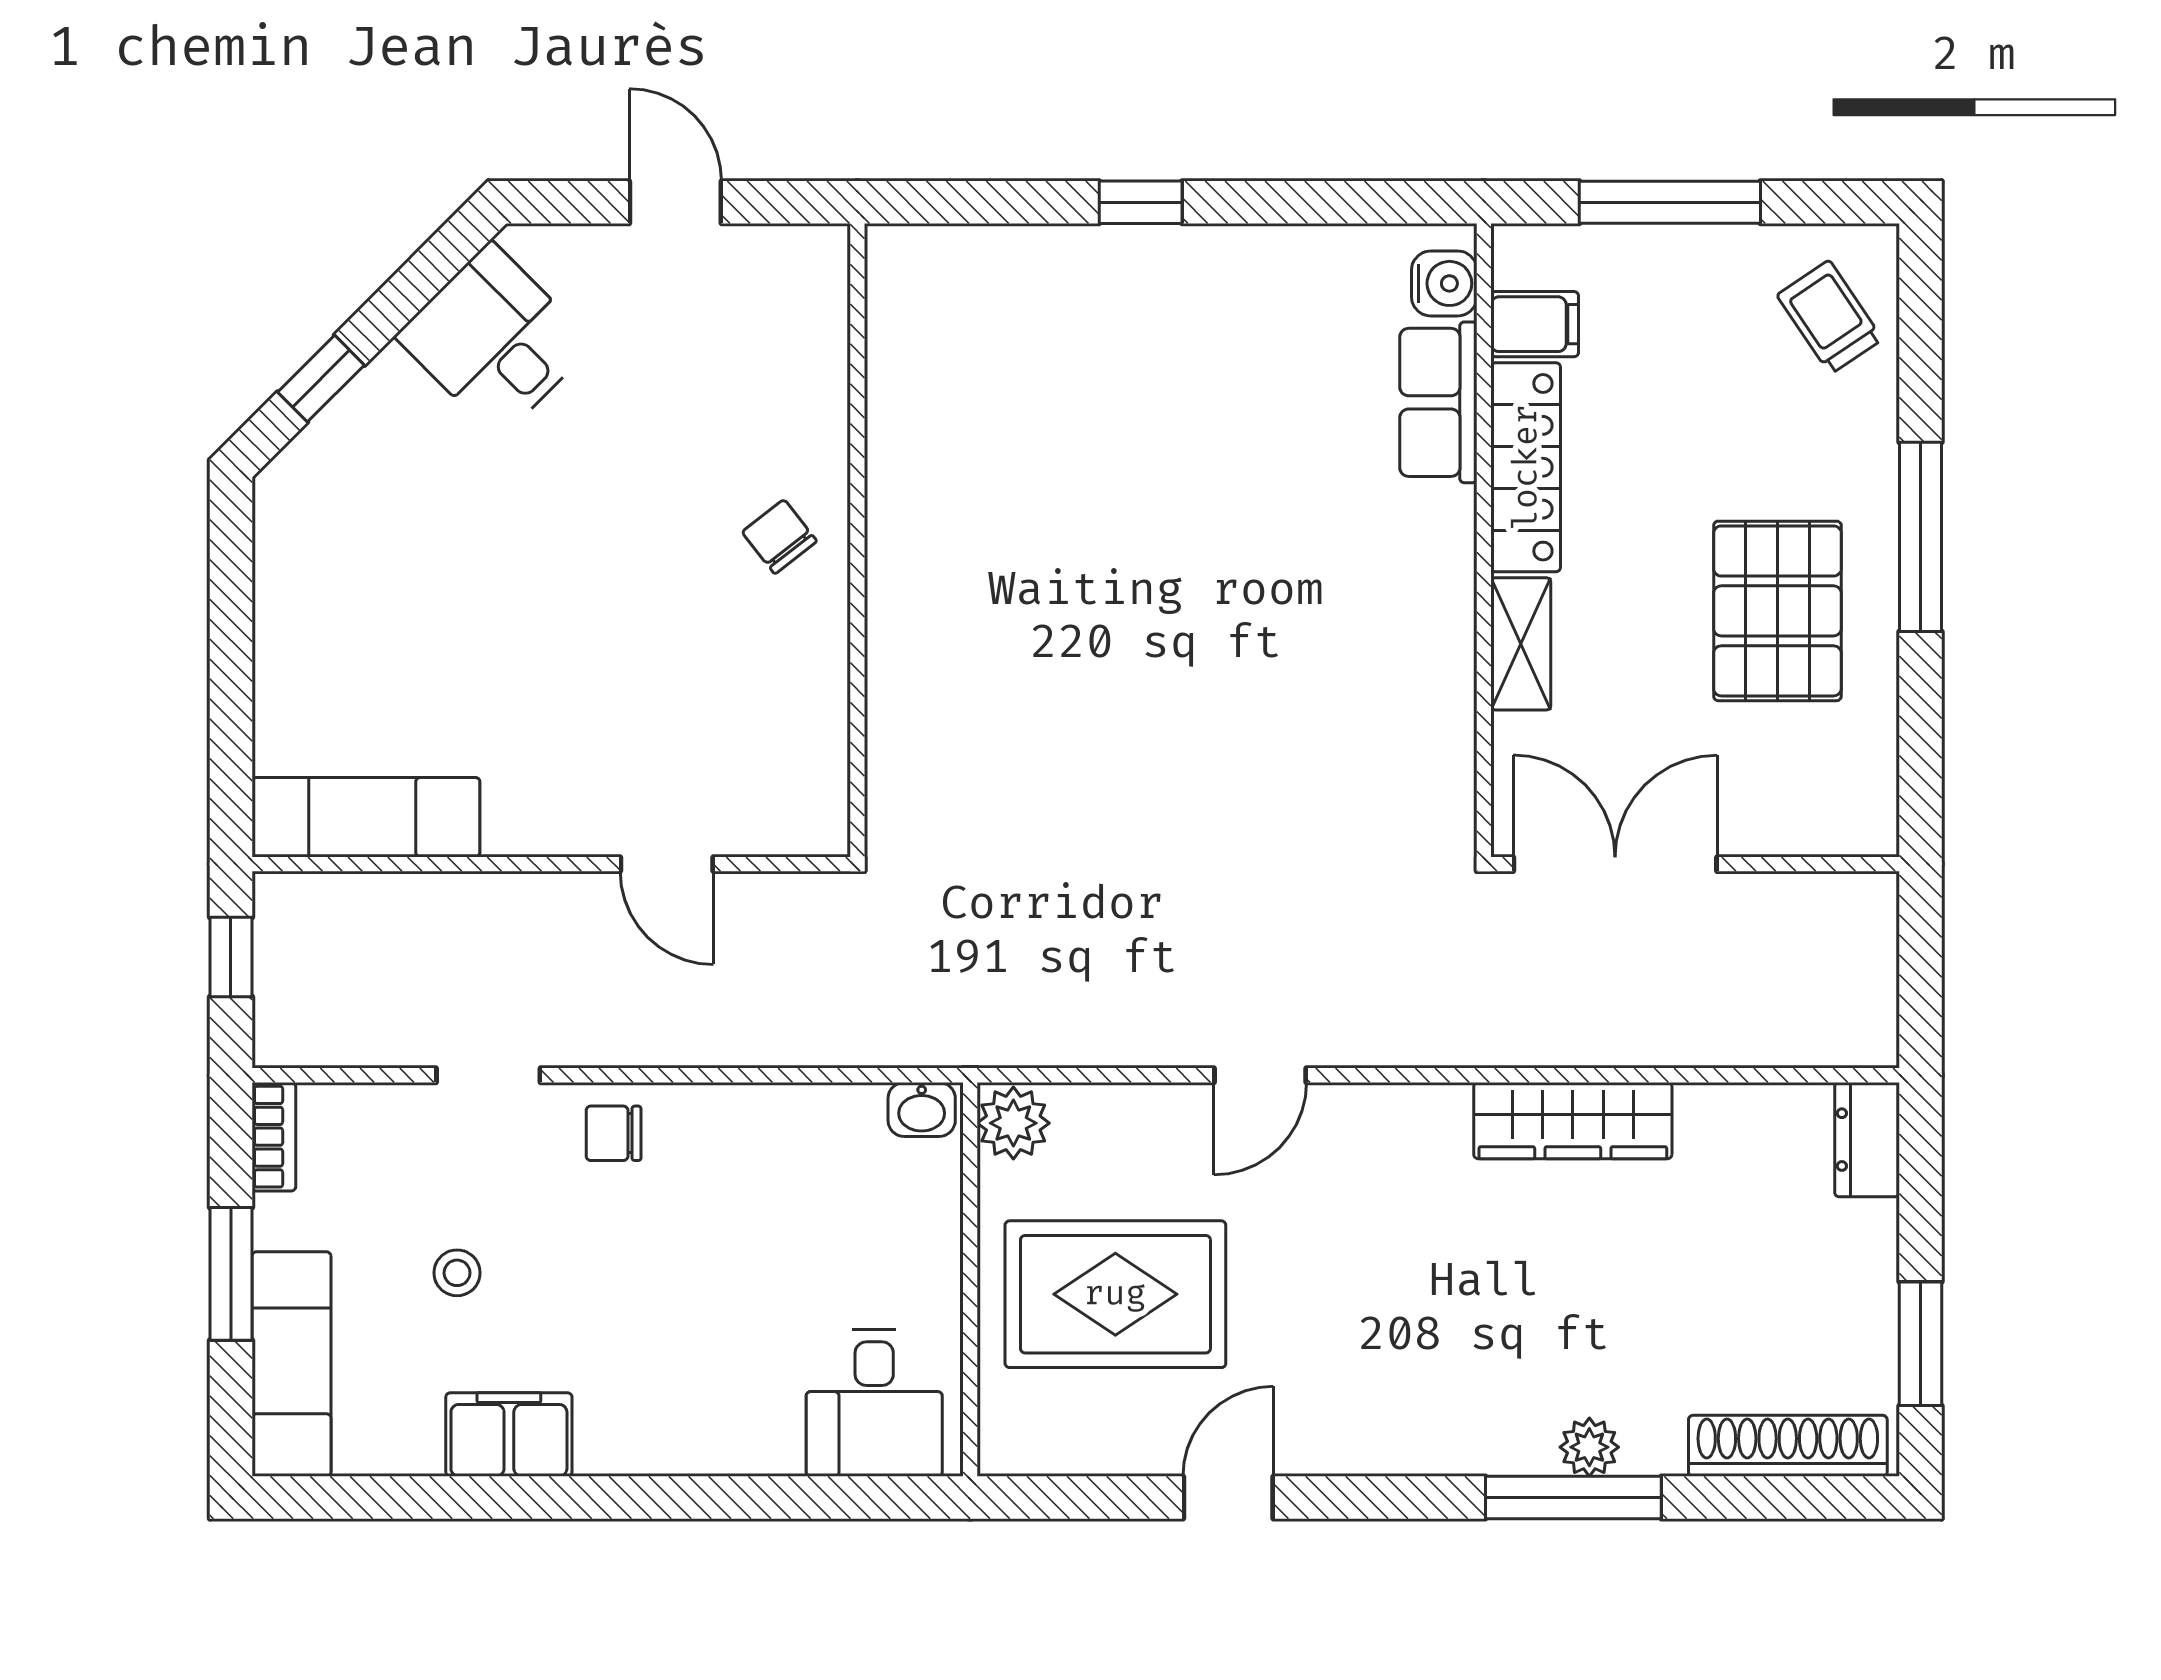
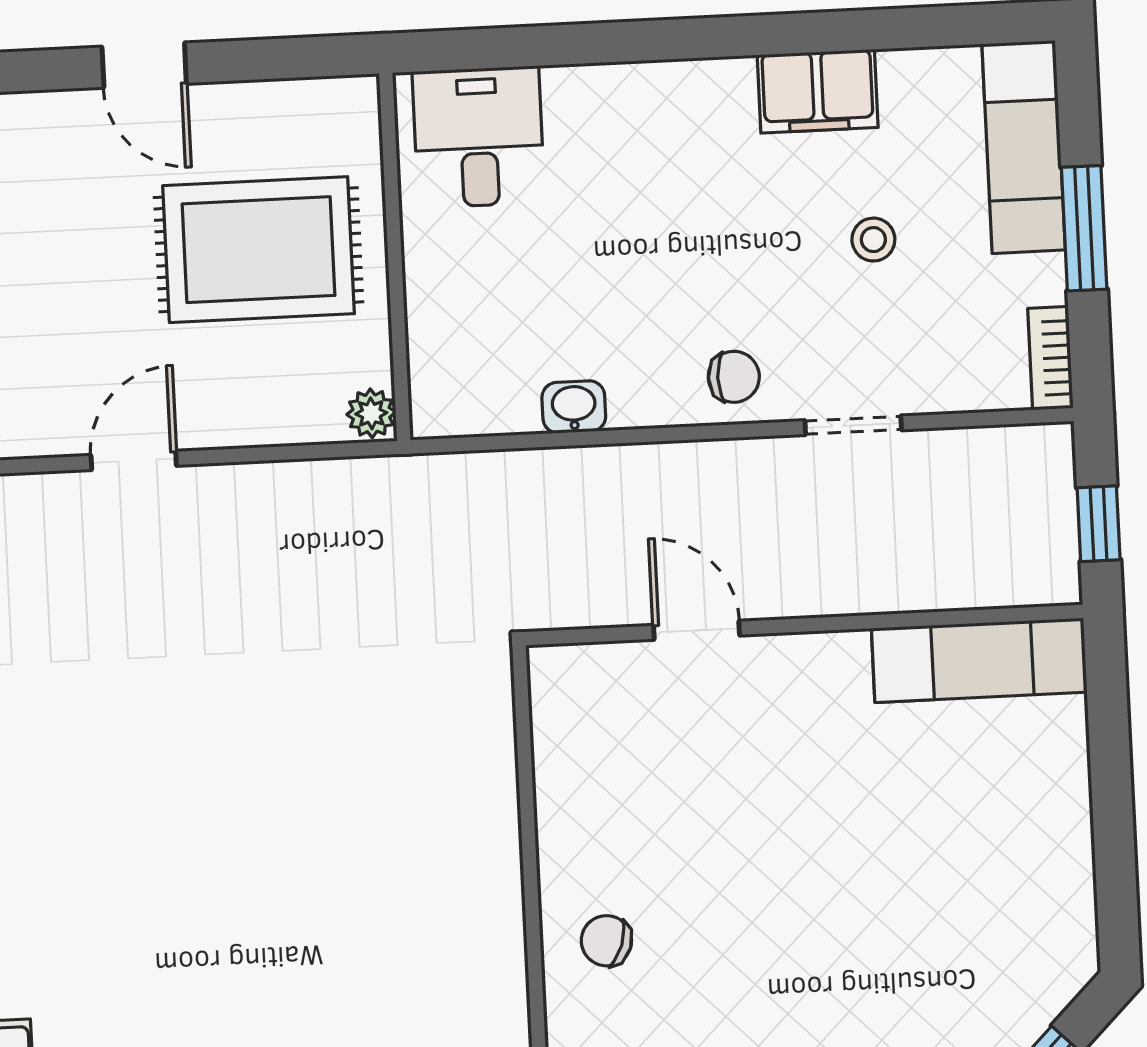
chair: (779, 537) -> (606, 941), turned 147
washbasin: (922, 1109) -> (574, 407), moved
plant: (1013, 1123) -> (371, 413), width x0.73, depth x0.73
door: (1228, 1498) -> (144, 65), hinge flipped

